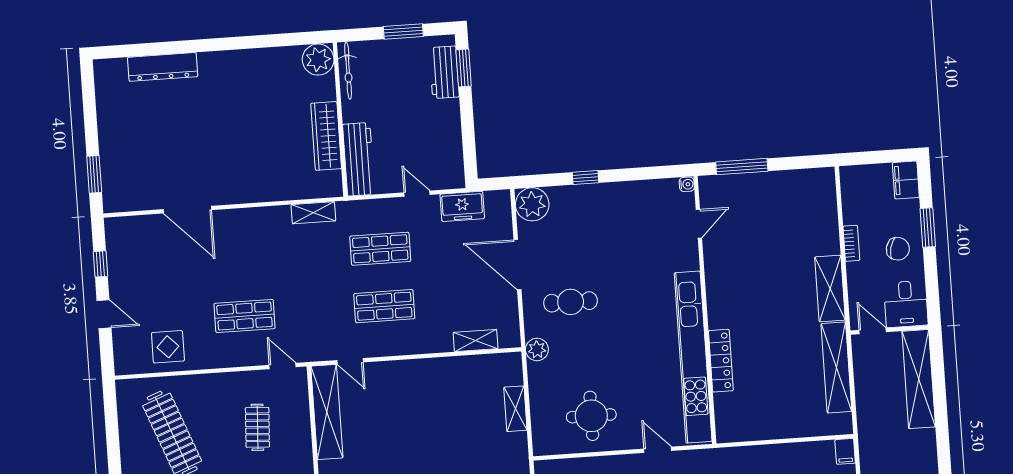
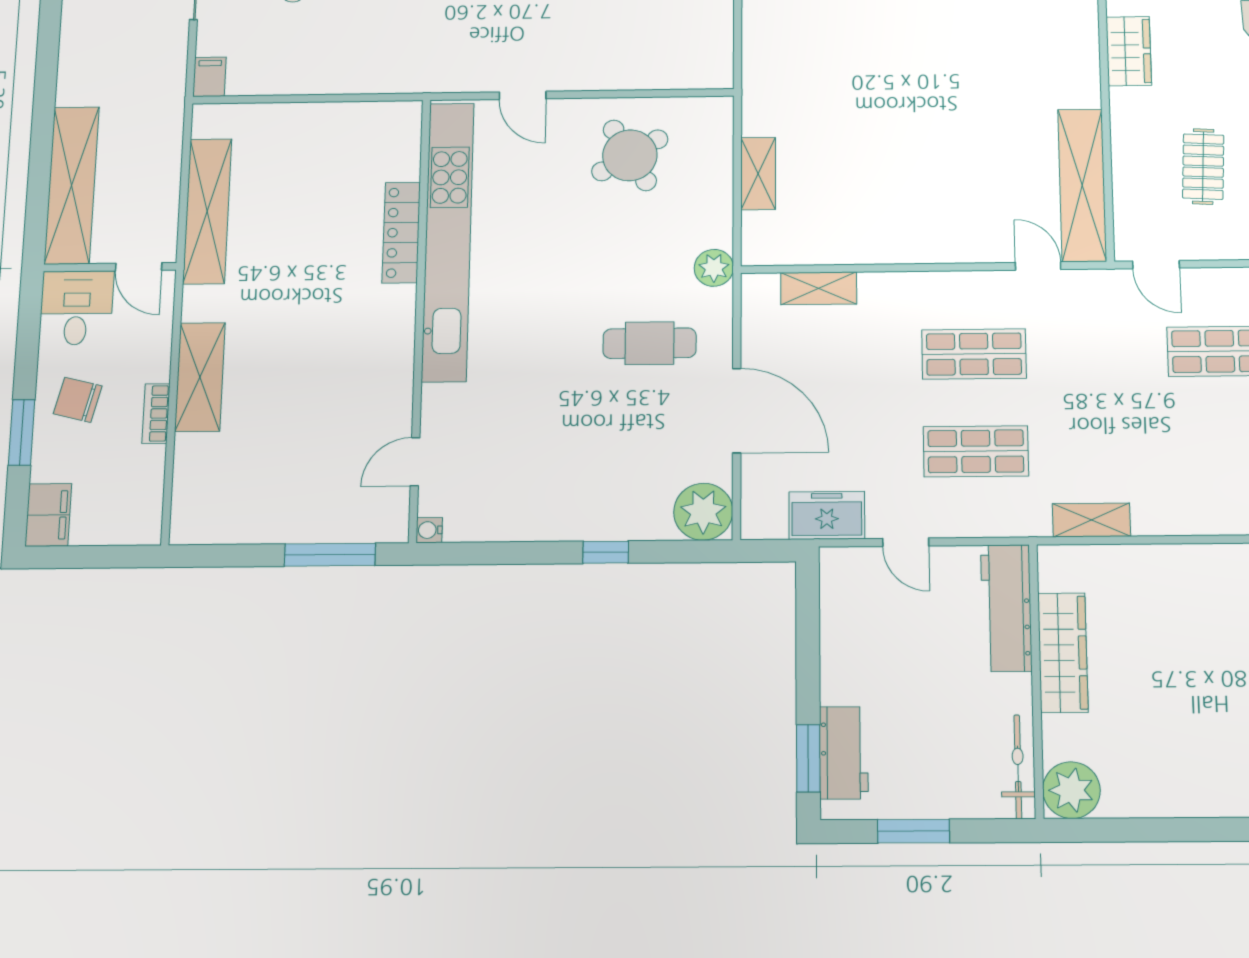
shelving: (830, 288) -> (200, 377), moved
round table: (591, 416) -> (630, 155), turned -31

